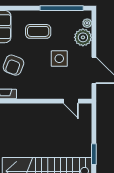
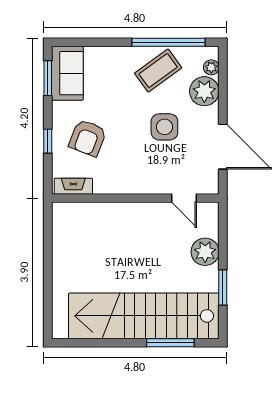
coffee table: (38, 31) -> (158, 71), moved, turned -36
plant: (83, 133) -> (205, 252), added

